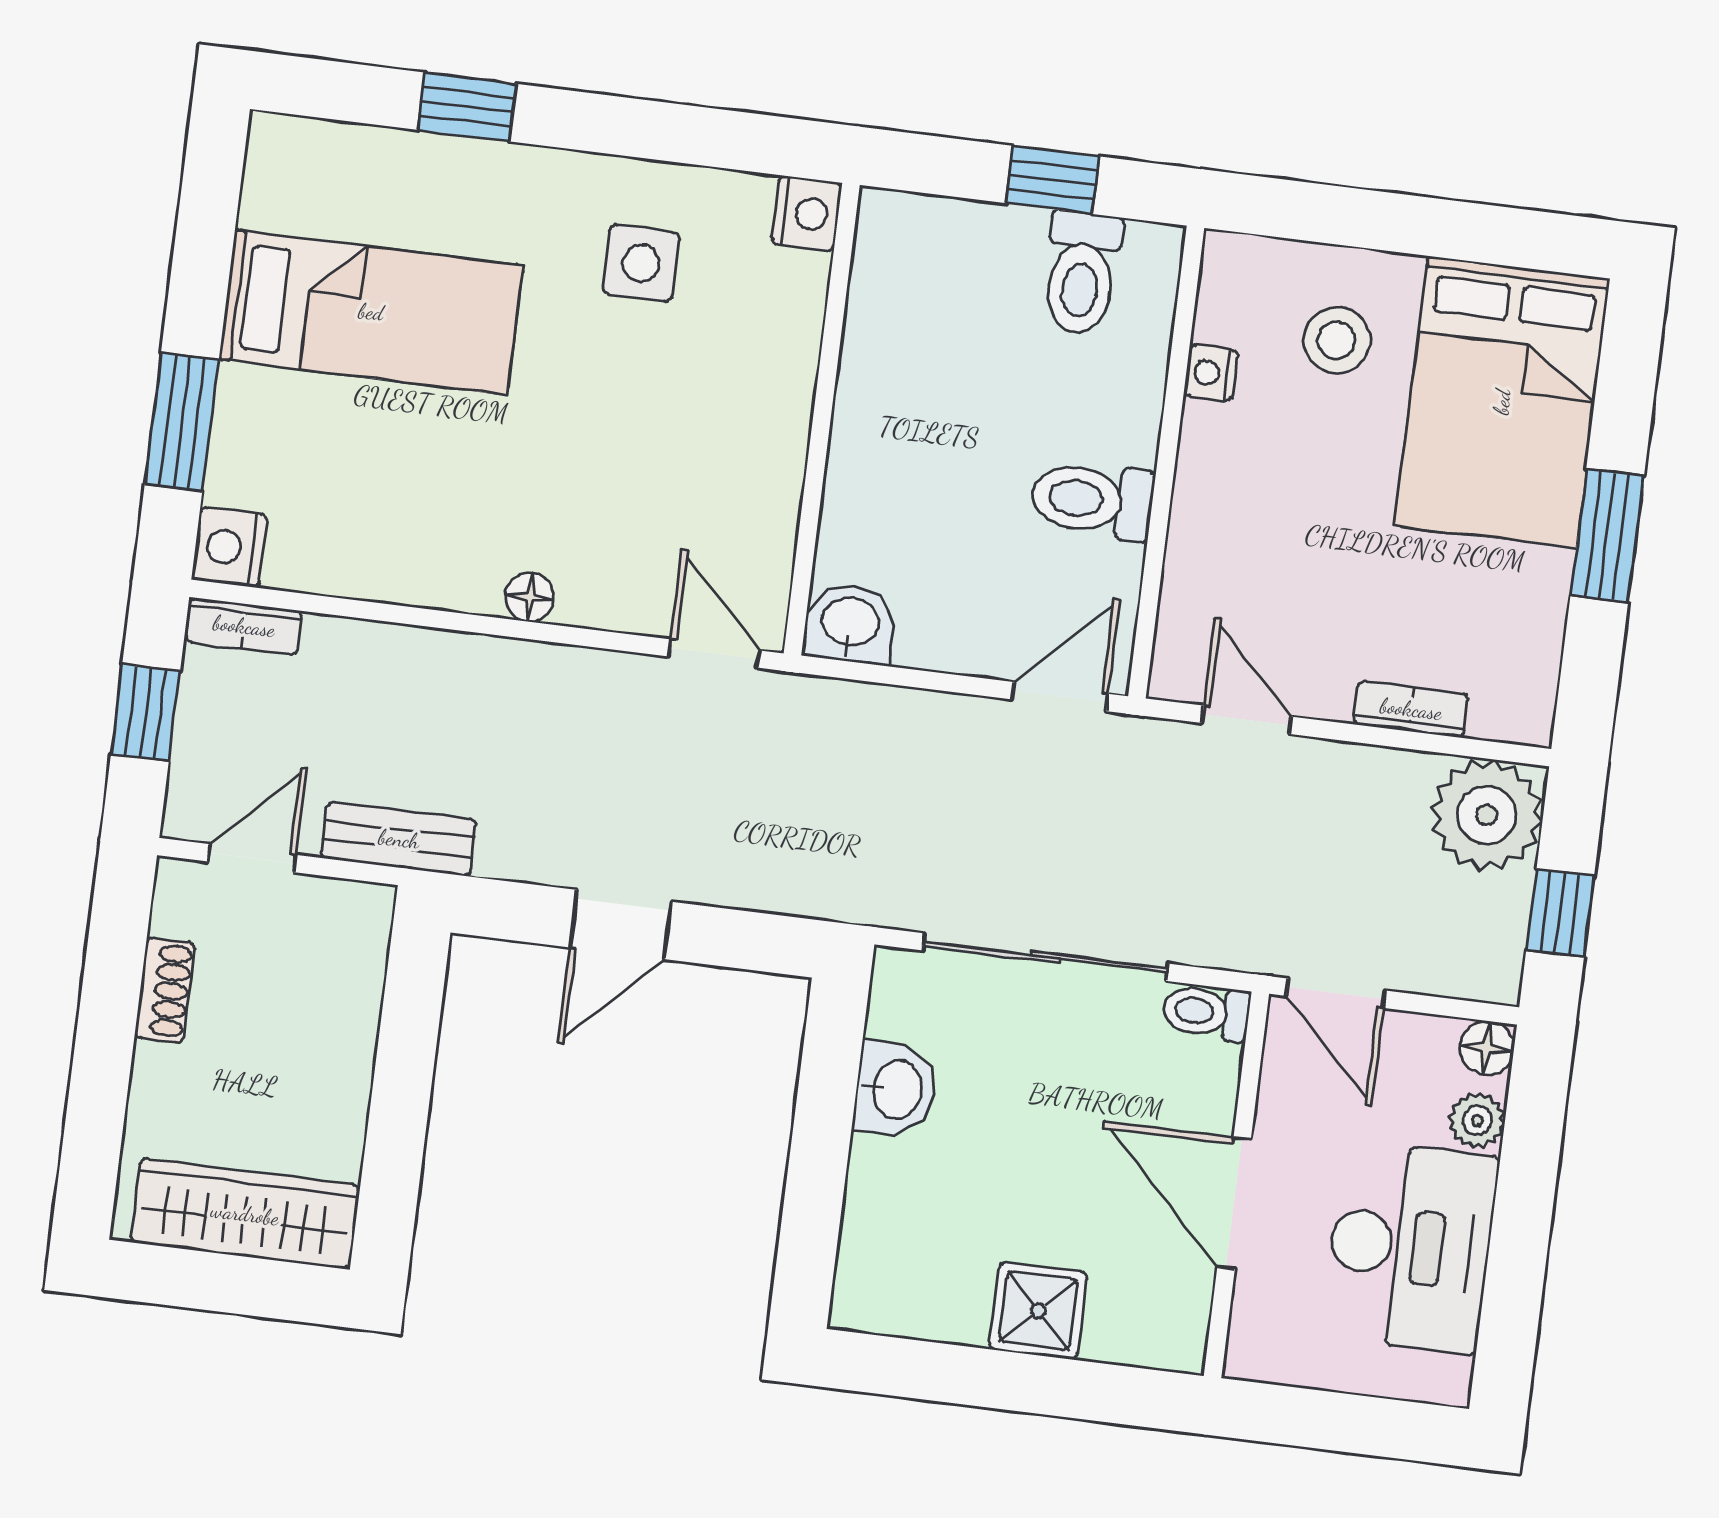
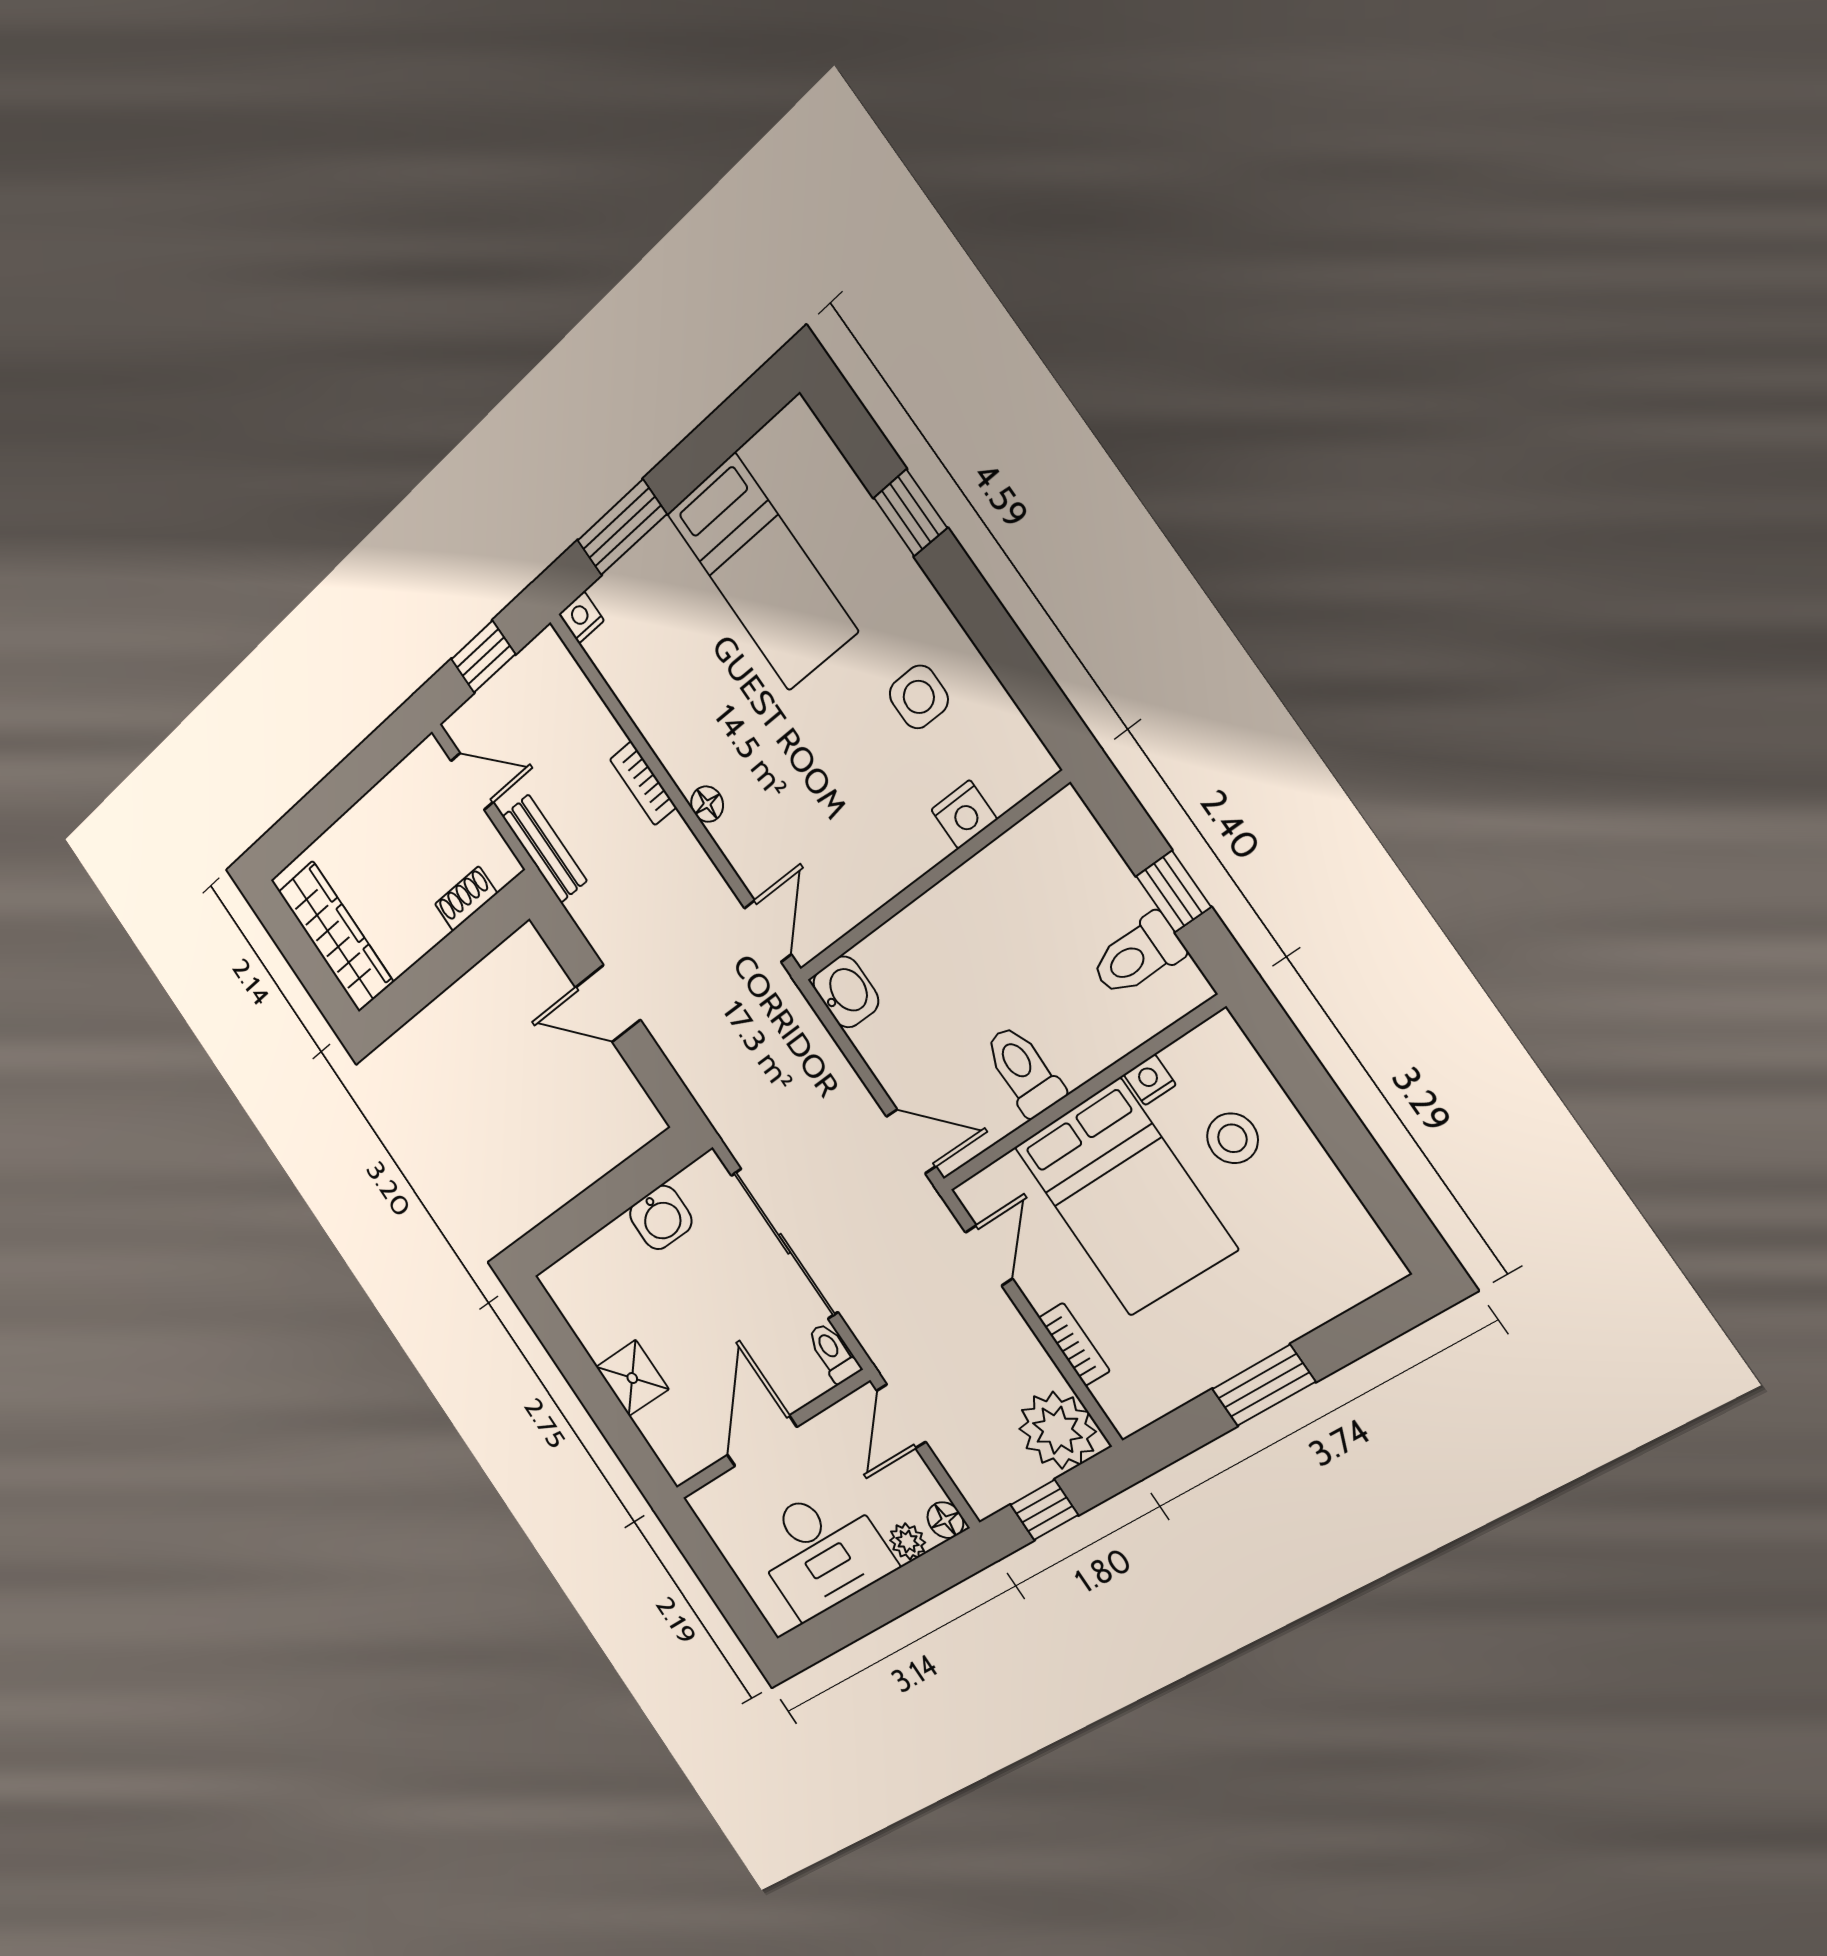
nightstand: (806, 213) -> (964, 814), moved
bed: (1502, 402) -> (1125, 1198), moved, turned -90
nightstand: (230, 547) -> (581, 617), width x0.72, depth x0.74
bookcase: (244, 626) -> (643, 783), moved
shoe rack: (165, 990) -> (466, 899), moved, turned 180

